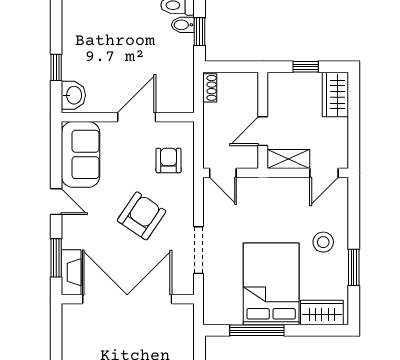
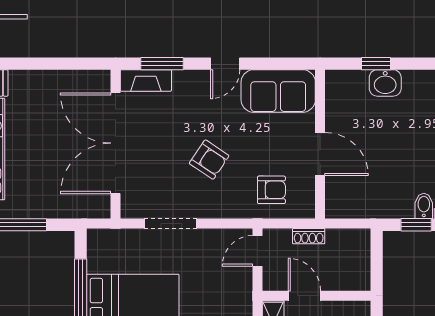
shoe rack: (210, 88) -> (309, 236), moved
washbasin: (73, 95) -> (385, 83), moved
armchair: (142, 216) -> (209, 160), width x0.72, depth x0.72
double door: (127, 299) -> (116, 143), swing flipped

